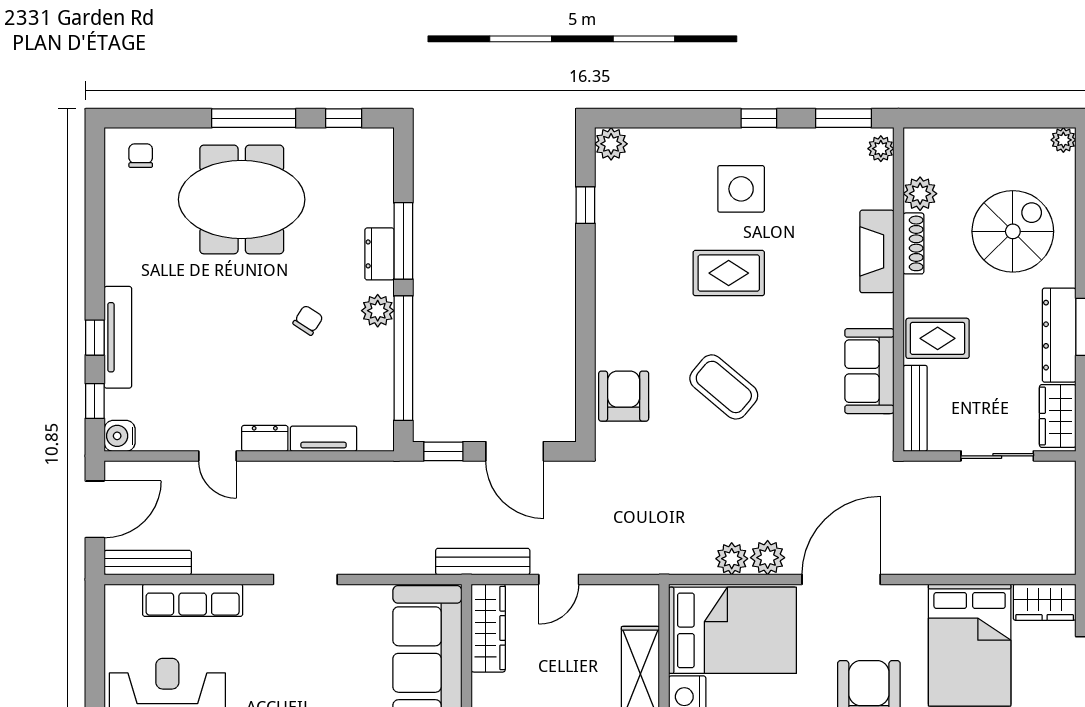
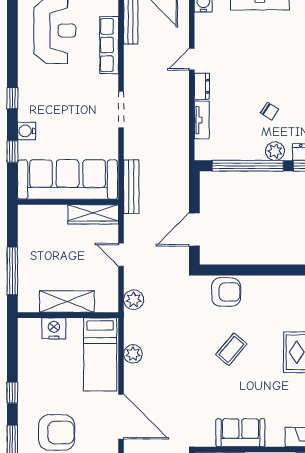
coffee table: (724, 387) -> (231, 349), width x0.73, depth x0.77
window: (443, 451) -> (194, 189), removed
plant: (768, 558) -> (134, 300), moved
bench: (483, 562) -> (131, 187), moved
bed: (733, 630) -> (100, 354), width x0.67

